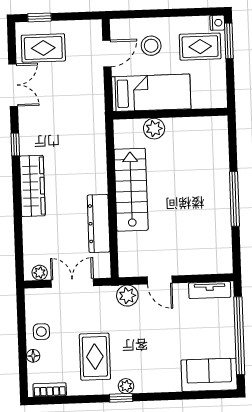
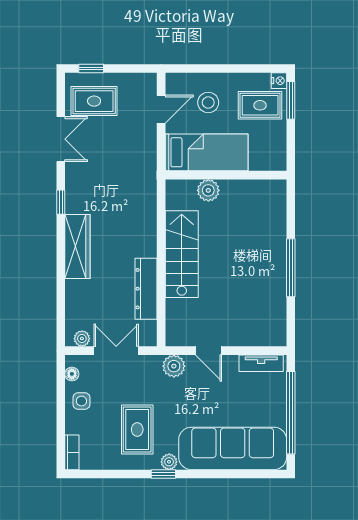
floor lamp: (33, 356) -> (72, 374), moved
sofa: (209, 375) -> (233, 448), width x1.85, depth x1.27
bookcase: (50, 390) -> (72, 452), moved, turned 90

